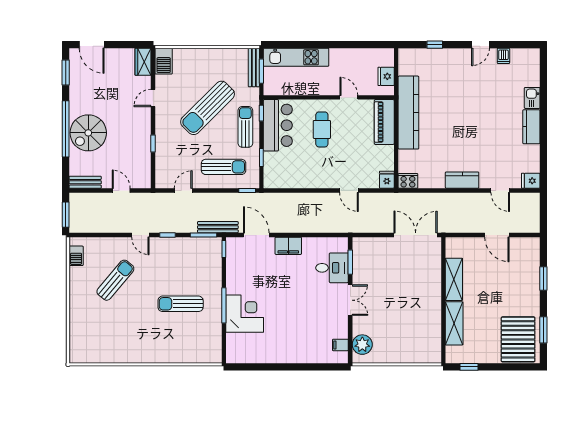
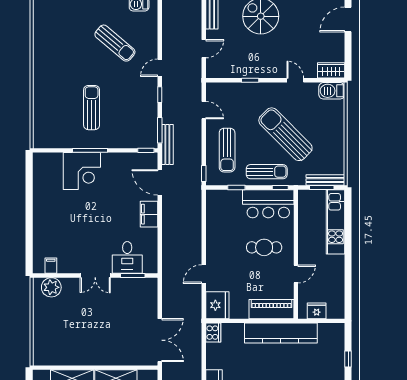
fridge: (387, 180) -> (217, 305), width x1.88, depth x1.34
door: (256, 235) -> (160, 182), swing flipped

